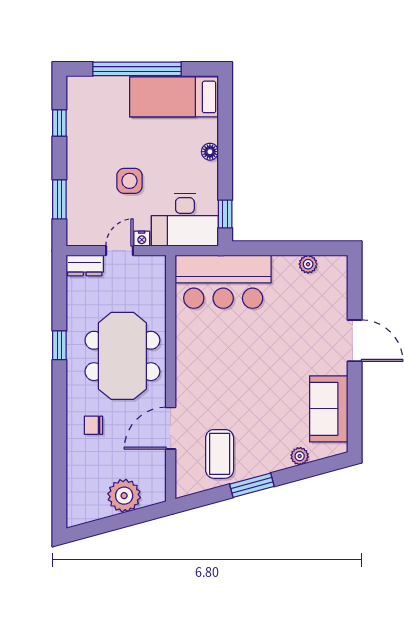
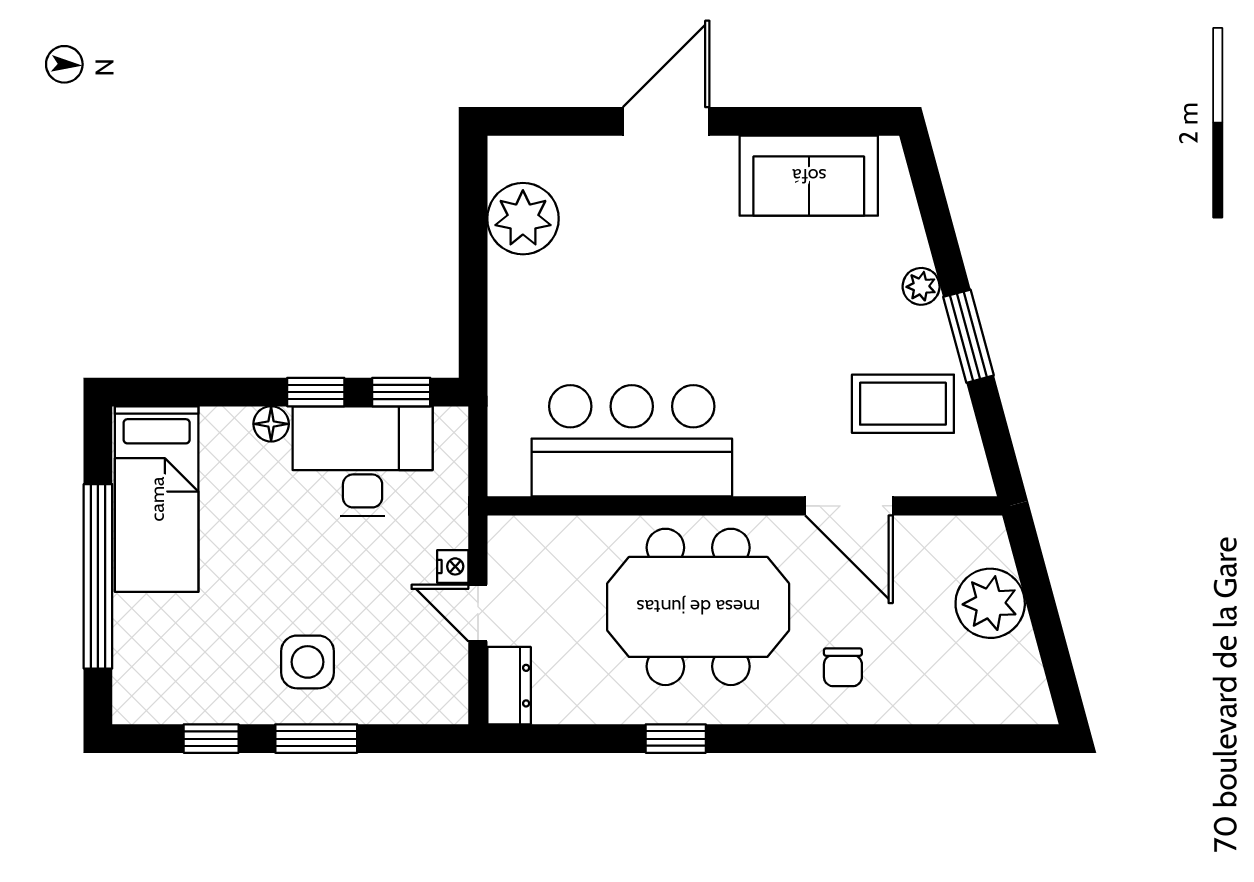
window: (225, 173) -> (316, 392), added
side table: (129, 181) -> (308, 662), moved
window: (59, 199) -> (316, 739), moved
desk: (185, 220) -> (363, 461), moved, turned -90
plant: (308, 264) -> (523, 219), width x1.88, depth x1.88
bar counter: (223, 282) -> (632, 441), moved, turned -90
plant: (300, 456) -> (921, 286), moved

